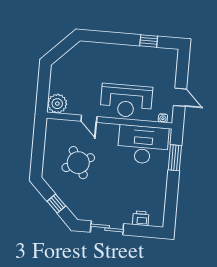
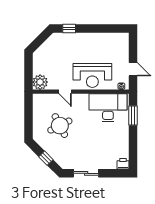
window: (149, 41) -> (69, 28), moved
printer: (141, 218) -> (123, 164), moved

